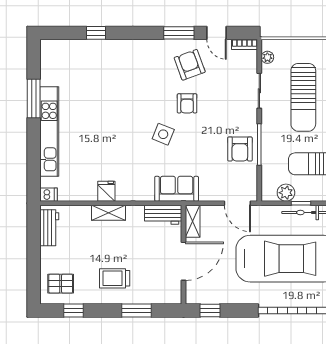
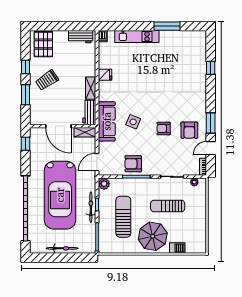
armchair: (190, 65) -> (189, 130), turned 110
sun lounger: (303, 97) -> (168, 206), width x0.73, depth x0.75
kitchen unit: (49, 131) -> (137, 37), width x0.73
side table: (163, 134) -> (133, 122), moved
sofa: (177, 189) -> (107, 121), width x1.36
plant: (286, 193) -> (104, 184), moved
shelving: (108, 213) -> (91, 88), moved
trolley: (115, 278) -> (47, 80), turned -124
pallet: (61, 284) -> (43, 44), width x1.50, depth x1.42
window: (74, 310) -> (26, 67), moved

